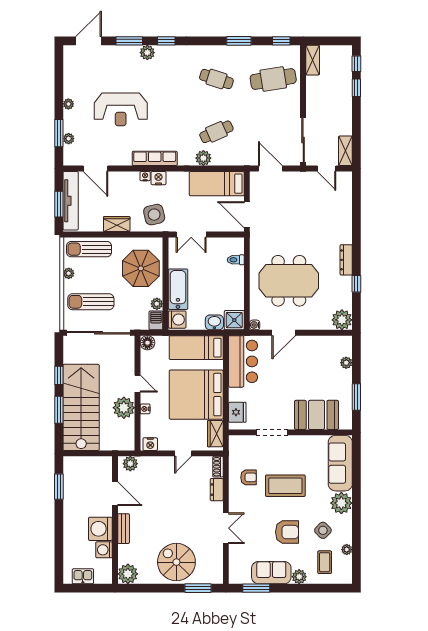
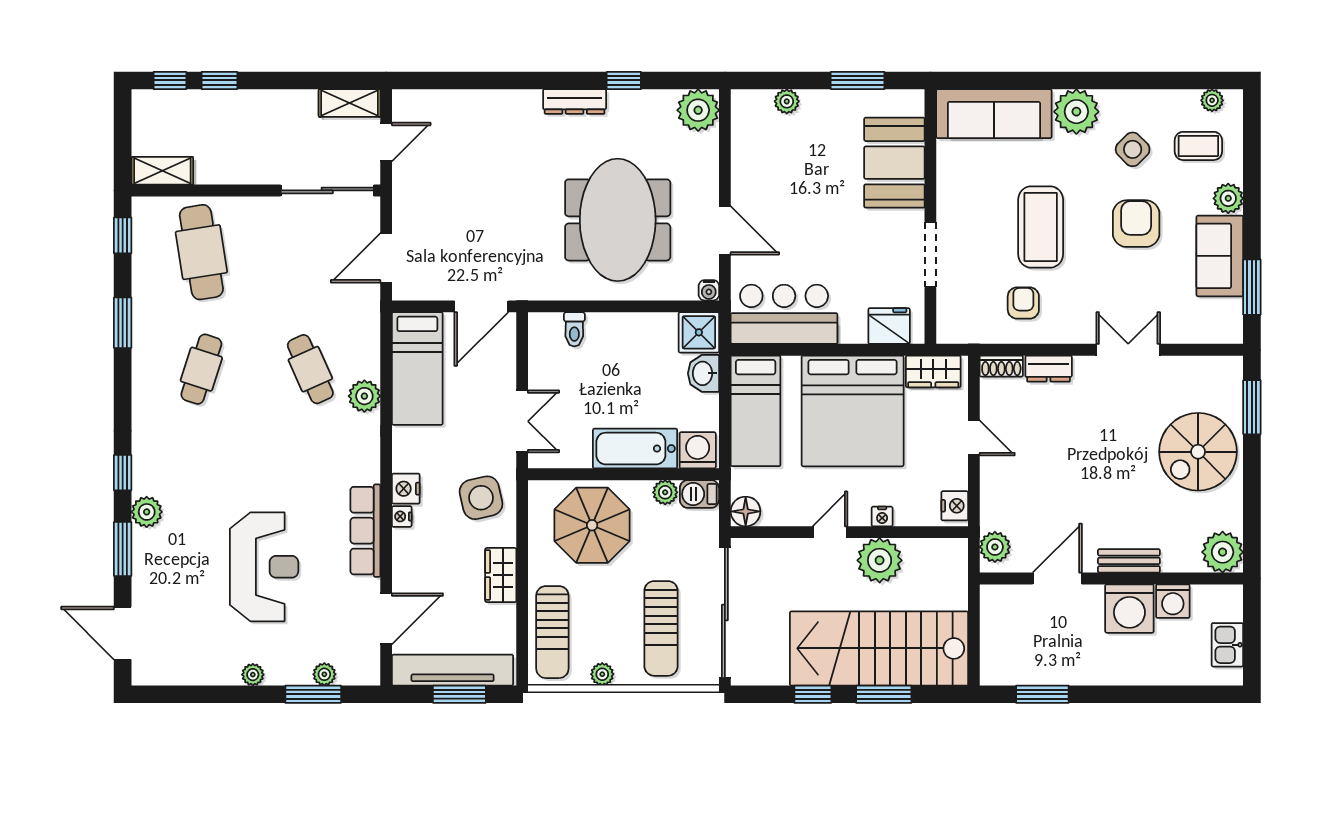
row of seats: (155, 158) -> (365, 531), moved
plant: (347, 550) -> (1212, 100), moved

